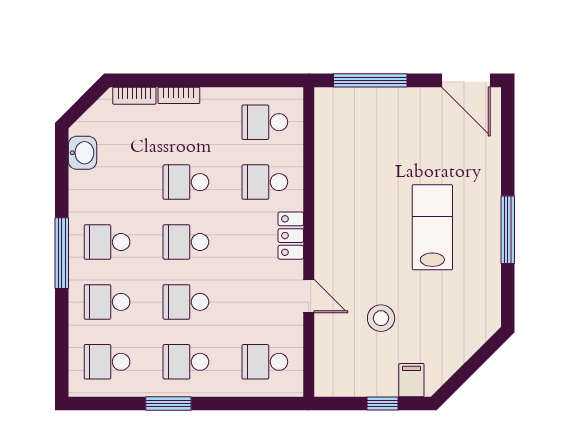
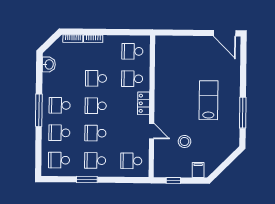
window: (370, 80) -> (181, 33), removed
window: (508, 230) -> (243, 113), moved
window: (383, 404) -> (173, 180), moved

